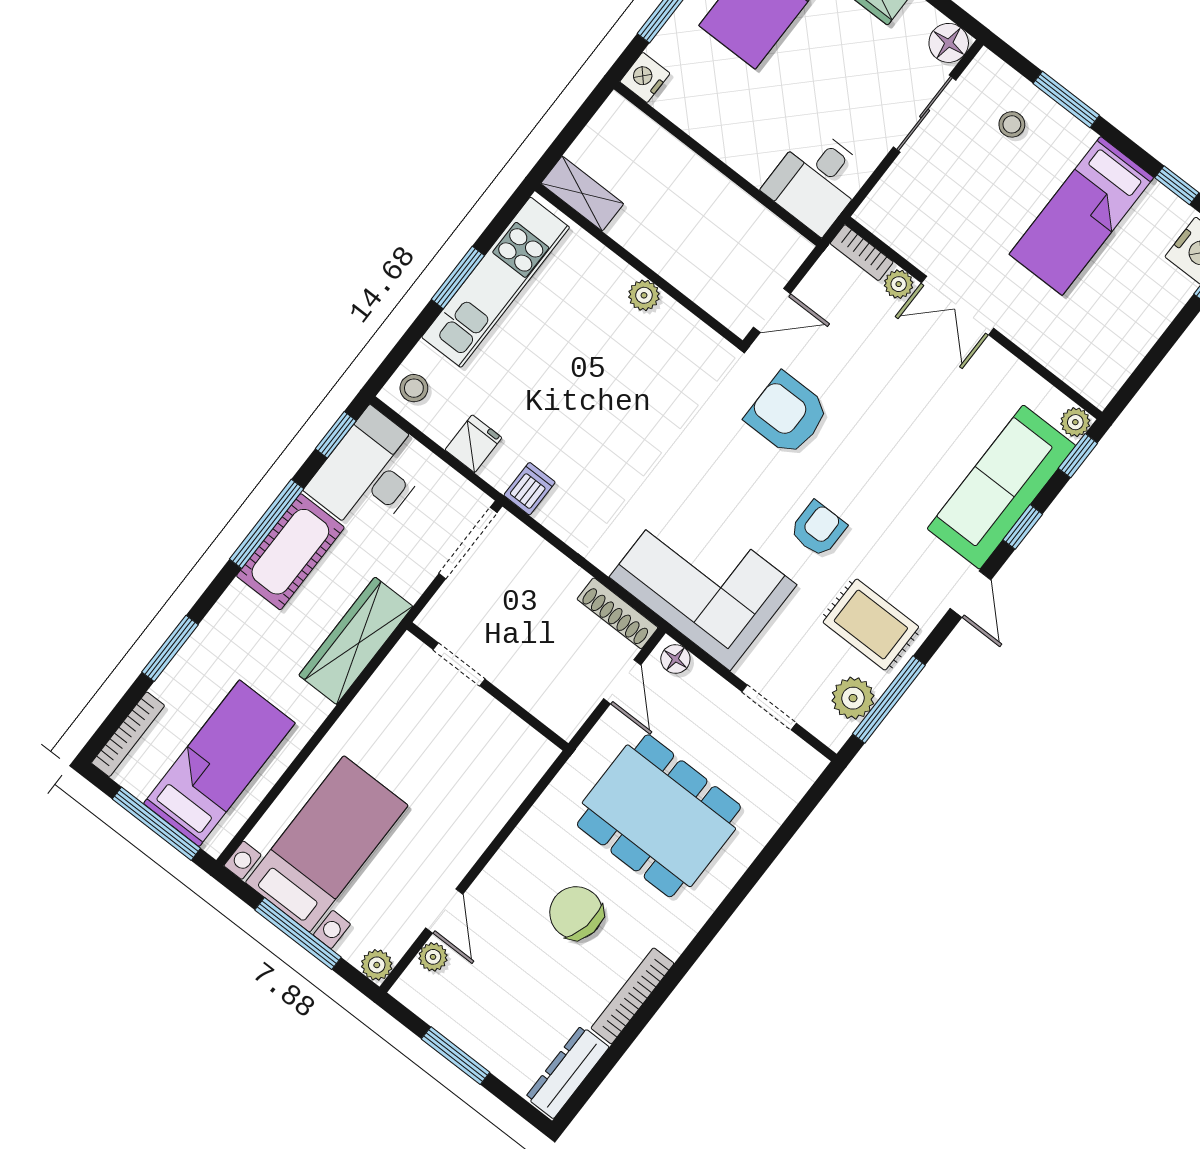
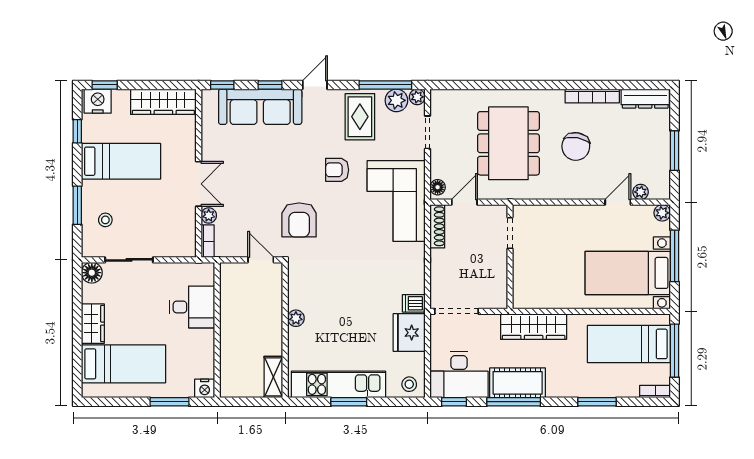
desk: (817, 181) -> (192, 307), moved
wardrobe: (1121, 348) -> (163, 102), added
plant: (1075, 422) -> (417, 97), moved
fridge: (473, 444) -> (409, 333), width x1.88, depth x1.34
doorway: (459, 664) -> (510, 233), moved
bookcase: (128, 734) -> (655, 391), width x0.64

